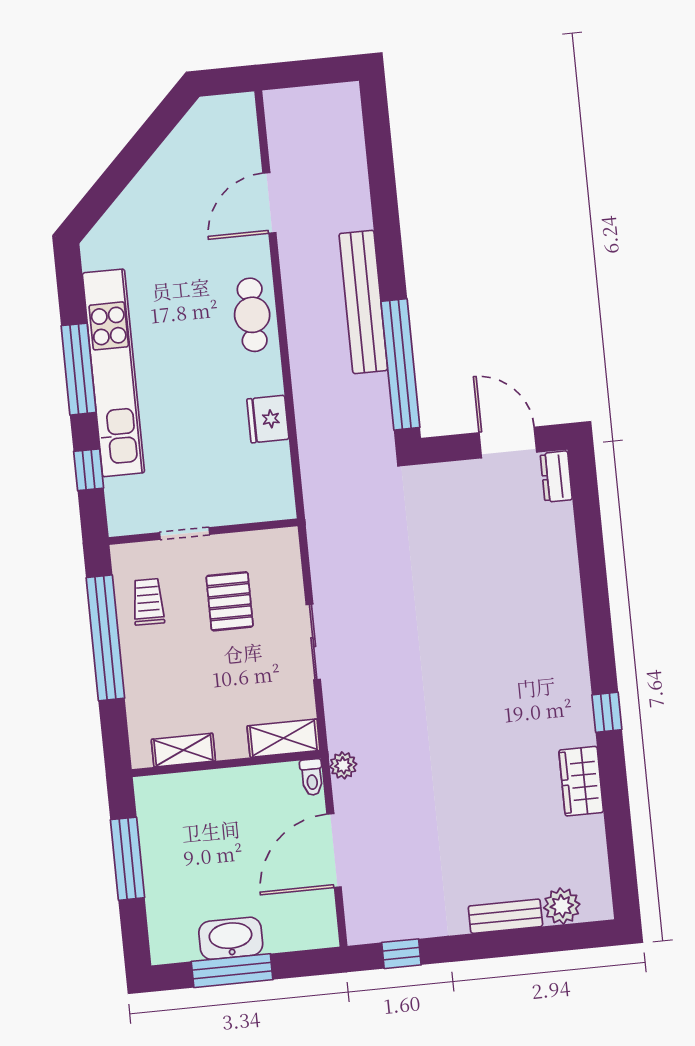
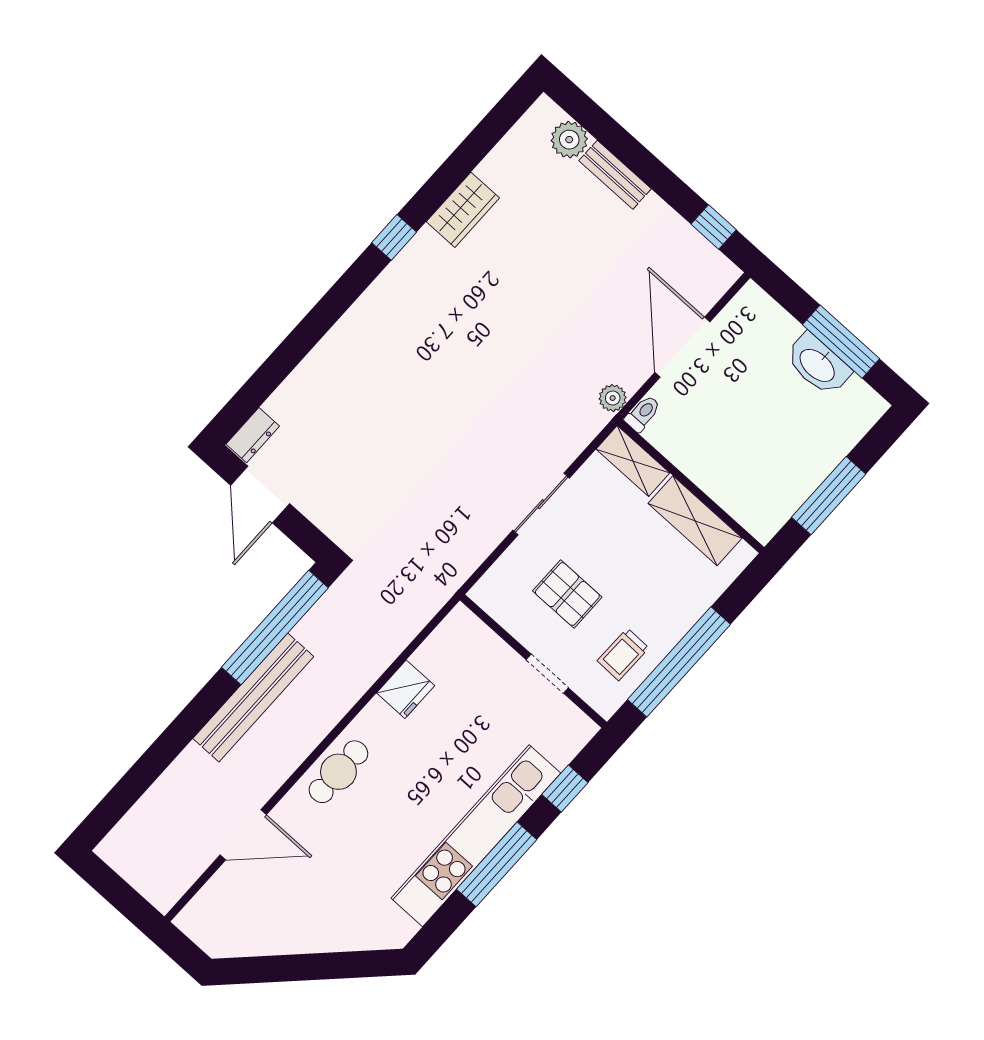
pallet: (230, 601) -> (567, 594), turned 90
shelving: (183, 750) -> (695, 521), width x1.50, depth x1.33
door: (334, 851) -> (682, 347), swing flipped

